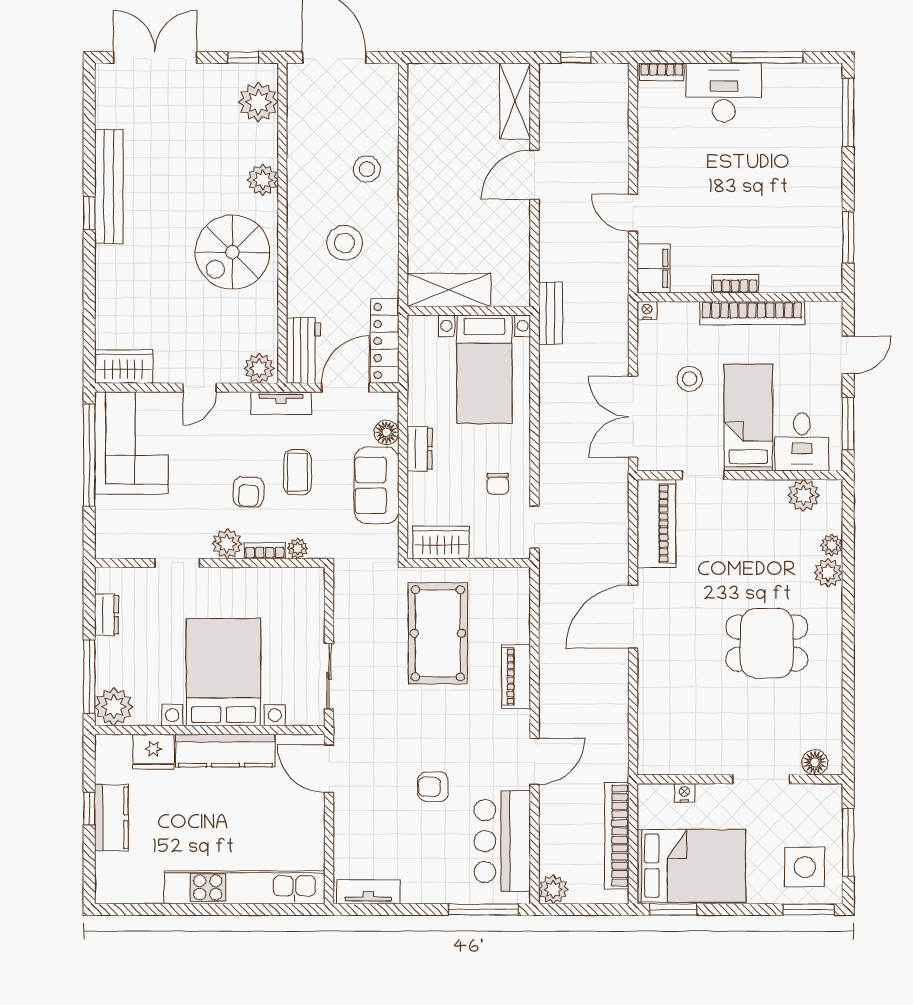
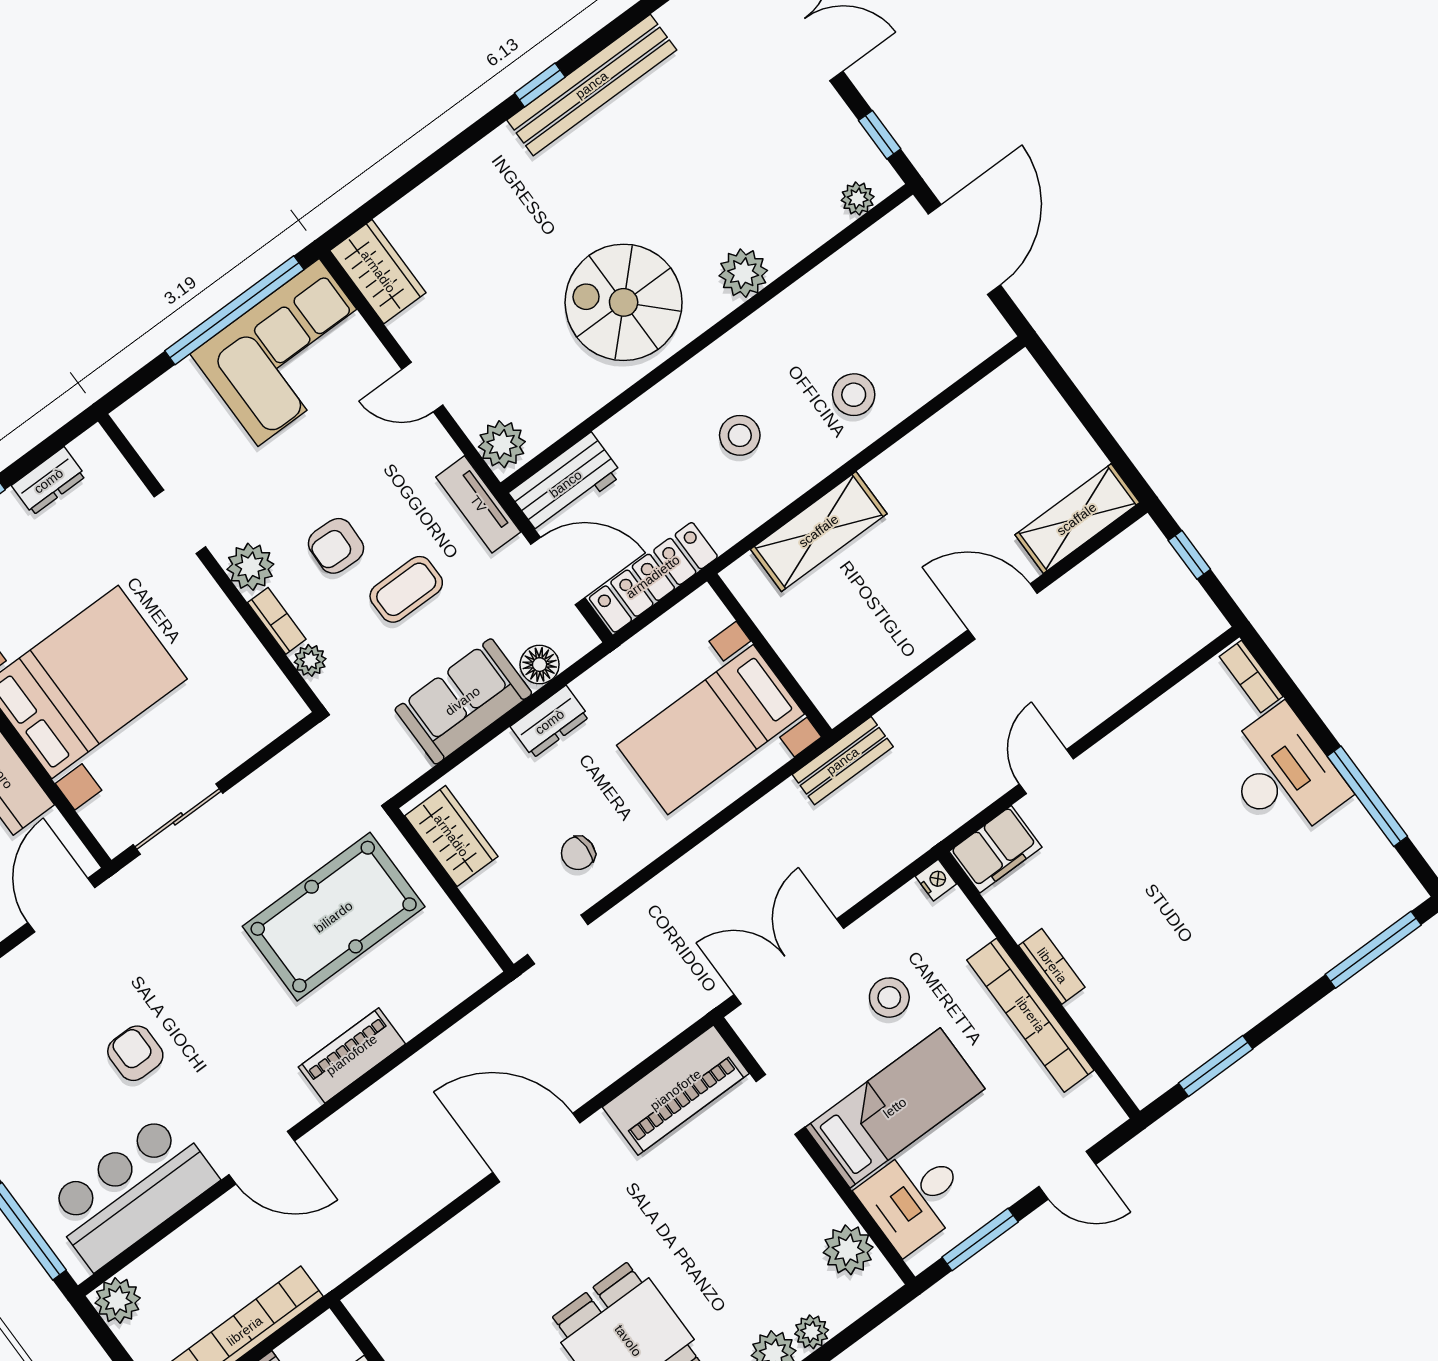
plant: (258, 102) -> (858, 199), width x0.53, depth x0.53
stool: (345, 243) -> (740, 435), width x0.73, depth x0.73
shelving: (449, 290) -> (819, 531), moved, turned 90

